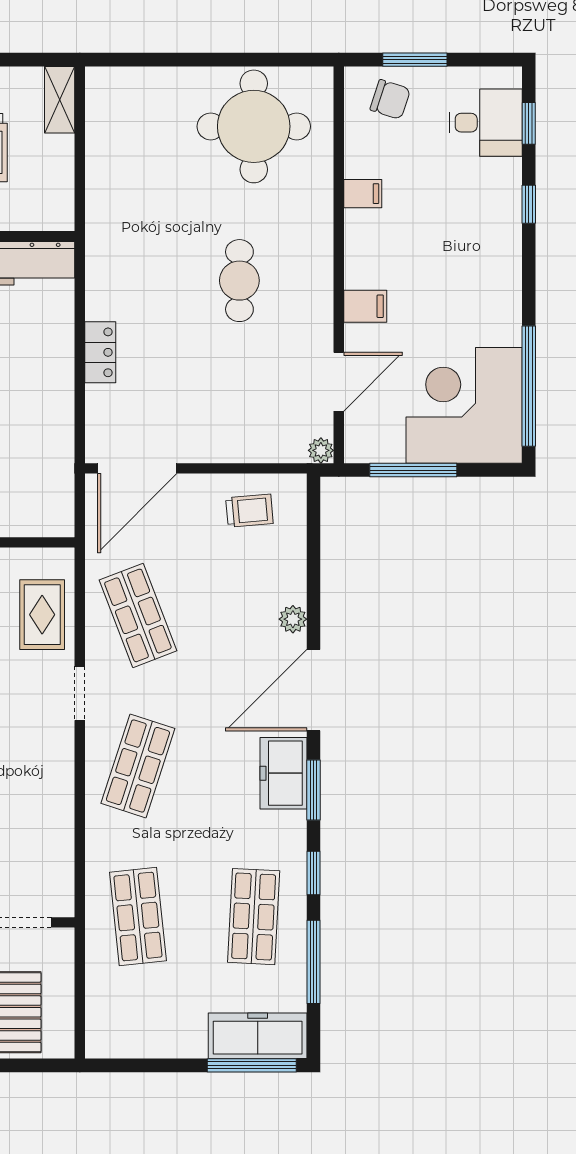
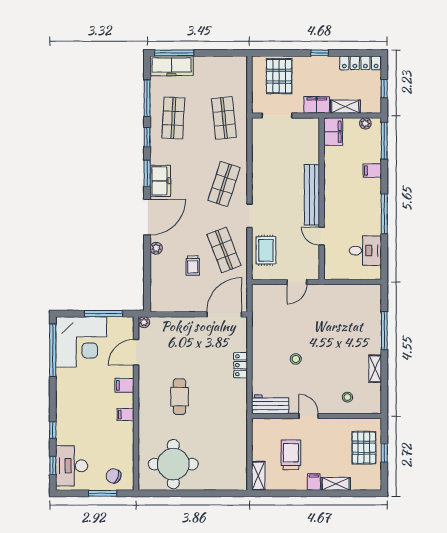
desk: (486, 123) -> (72, 466), width x1.37
filing cabinet: (363, 194) -> (126, 415), moved
trolley: (249, 511) -> (193, 265), moved, turned -85

